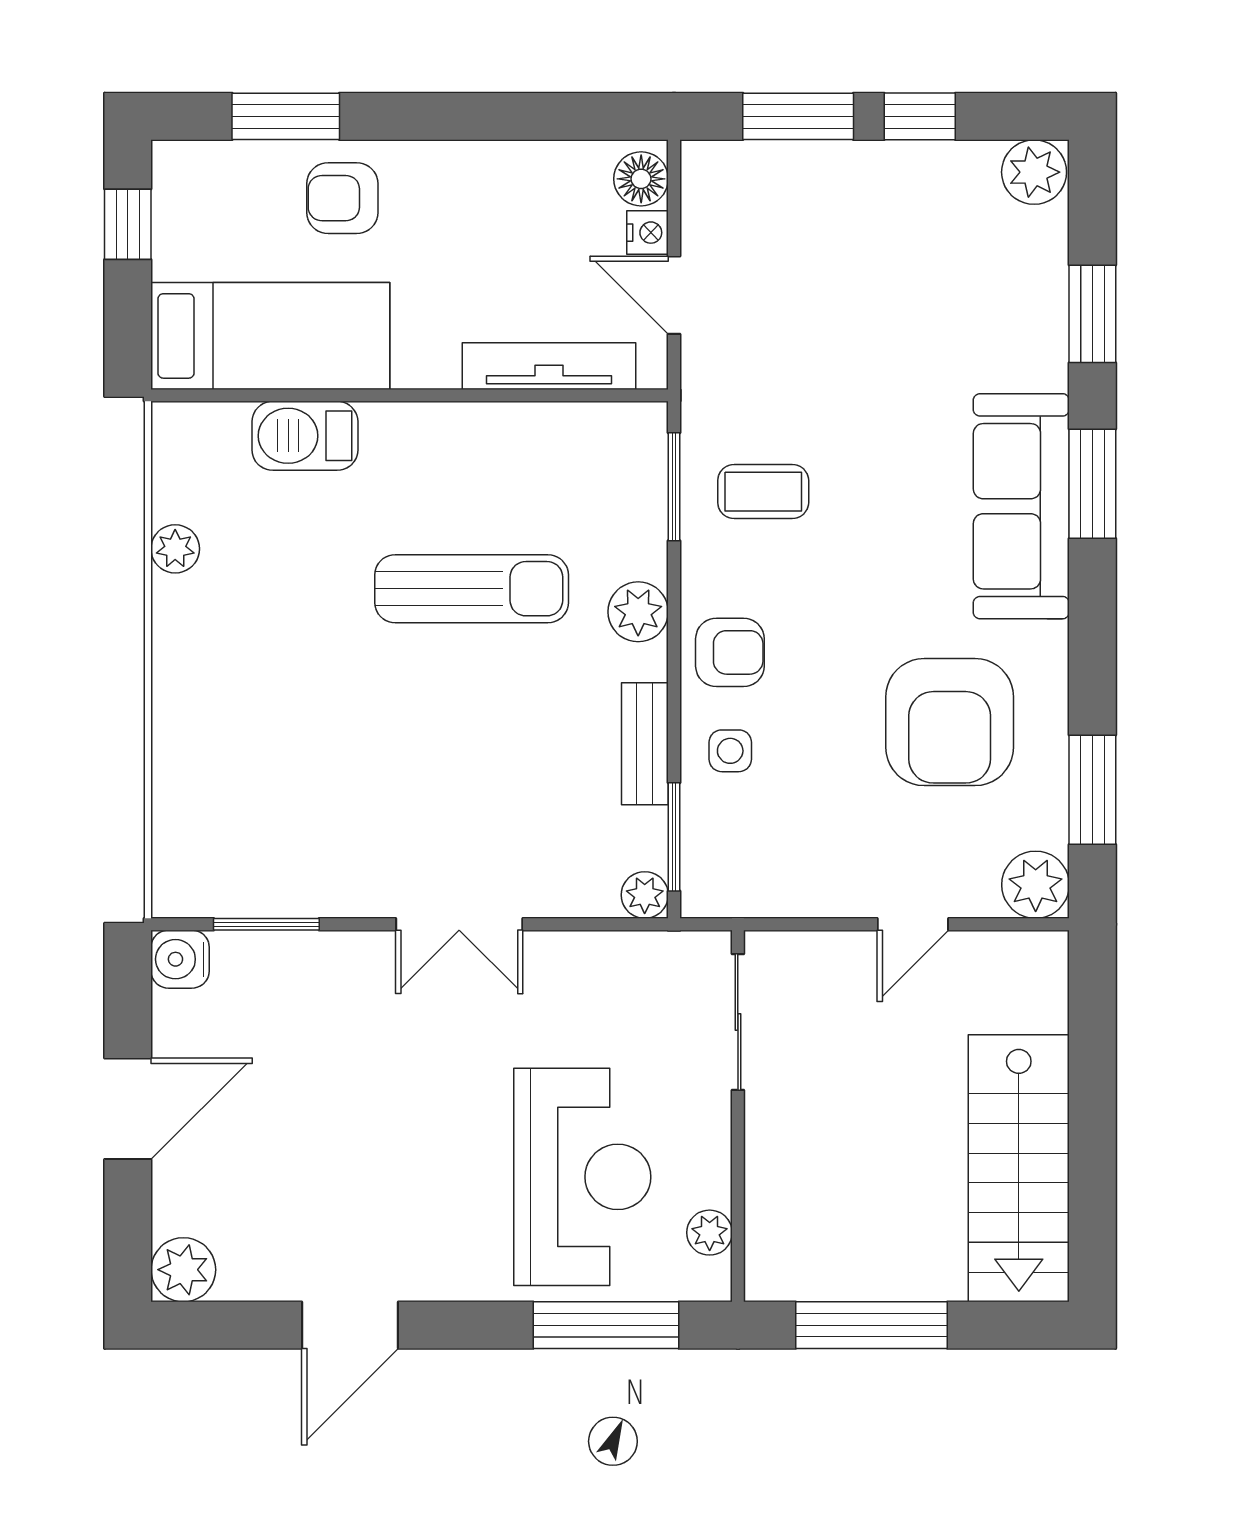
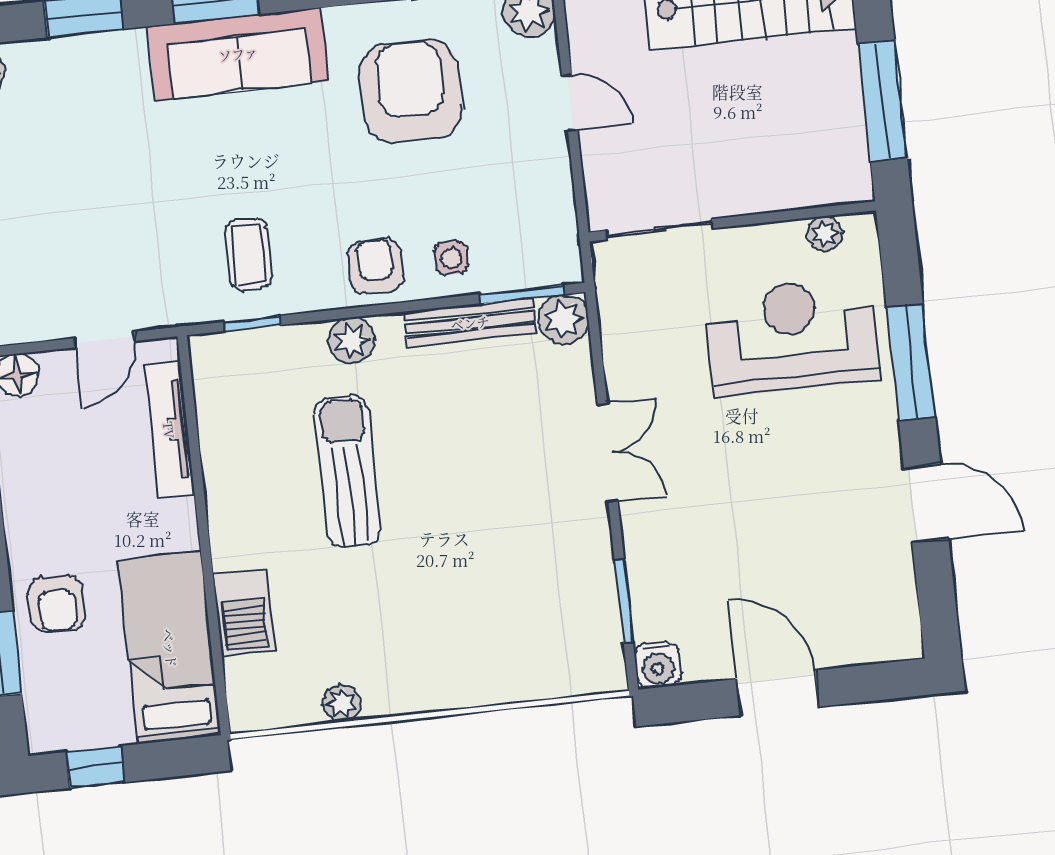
nightstand: (648, 233) -> (58, 365), removed
window: (674, 487) -> (252, 323), width x0.67
armchair: (950, 722) -> (411, 91), turned -90
bench: (645, 744) -> (470, 323), width x1.36
plant: (645, 895) -> (563, 319), width x1.38, depth x1.38
plant: (183, 1270) -> (897, 636), removed
window: (606, 1325) -> (911, 362), moved

